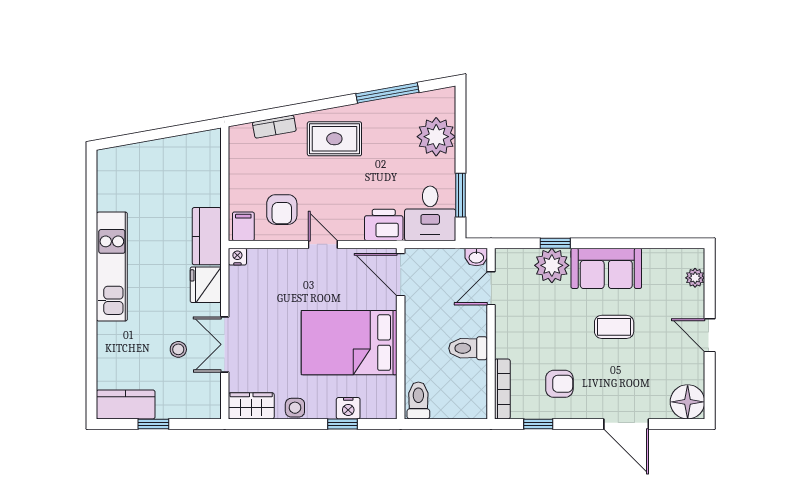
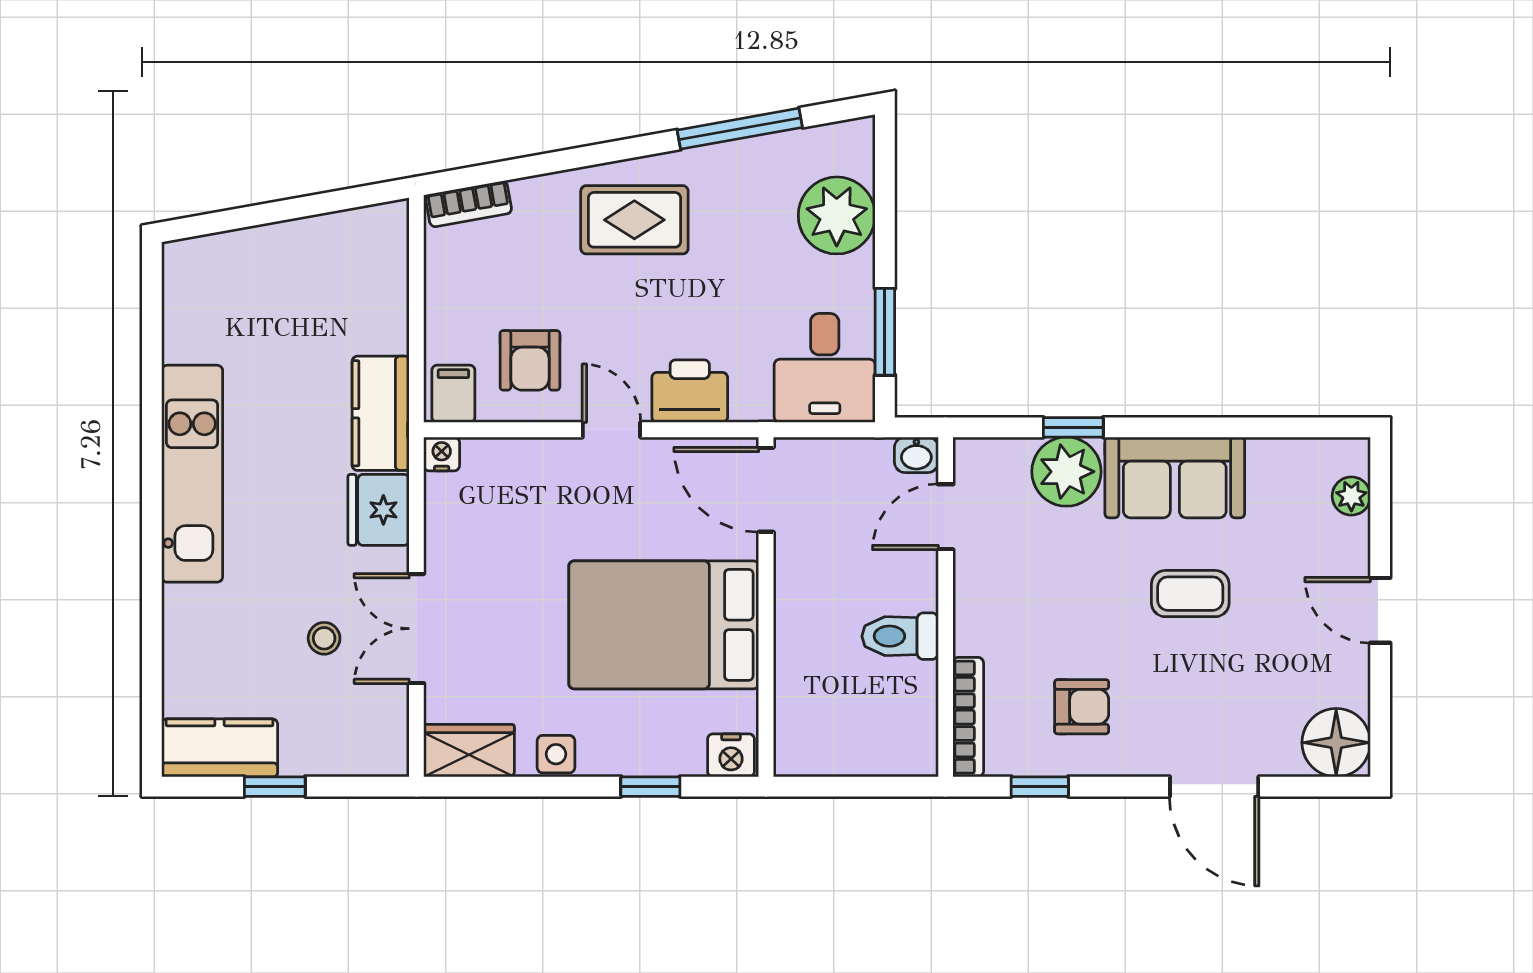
bookcase: (274, 127) -> (469, 204), moved
printer: (384, 225) -> (690, 391), moved
toilet: (418, 400) -> (801, 740), removed
nightstand: (348, 408) -> (731, 755), moved

